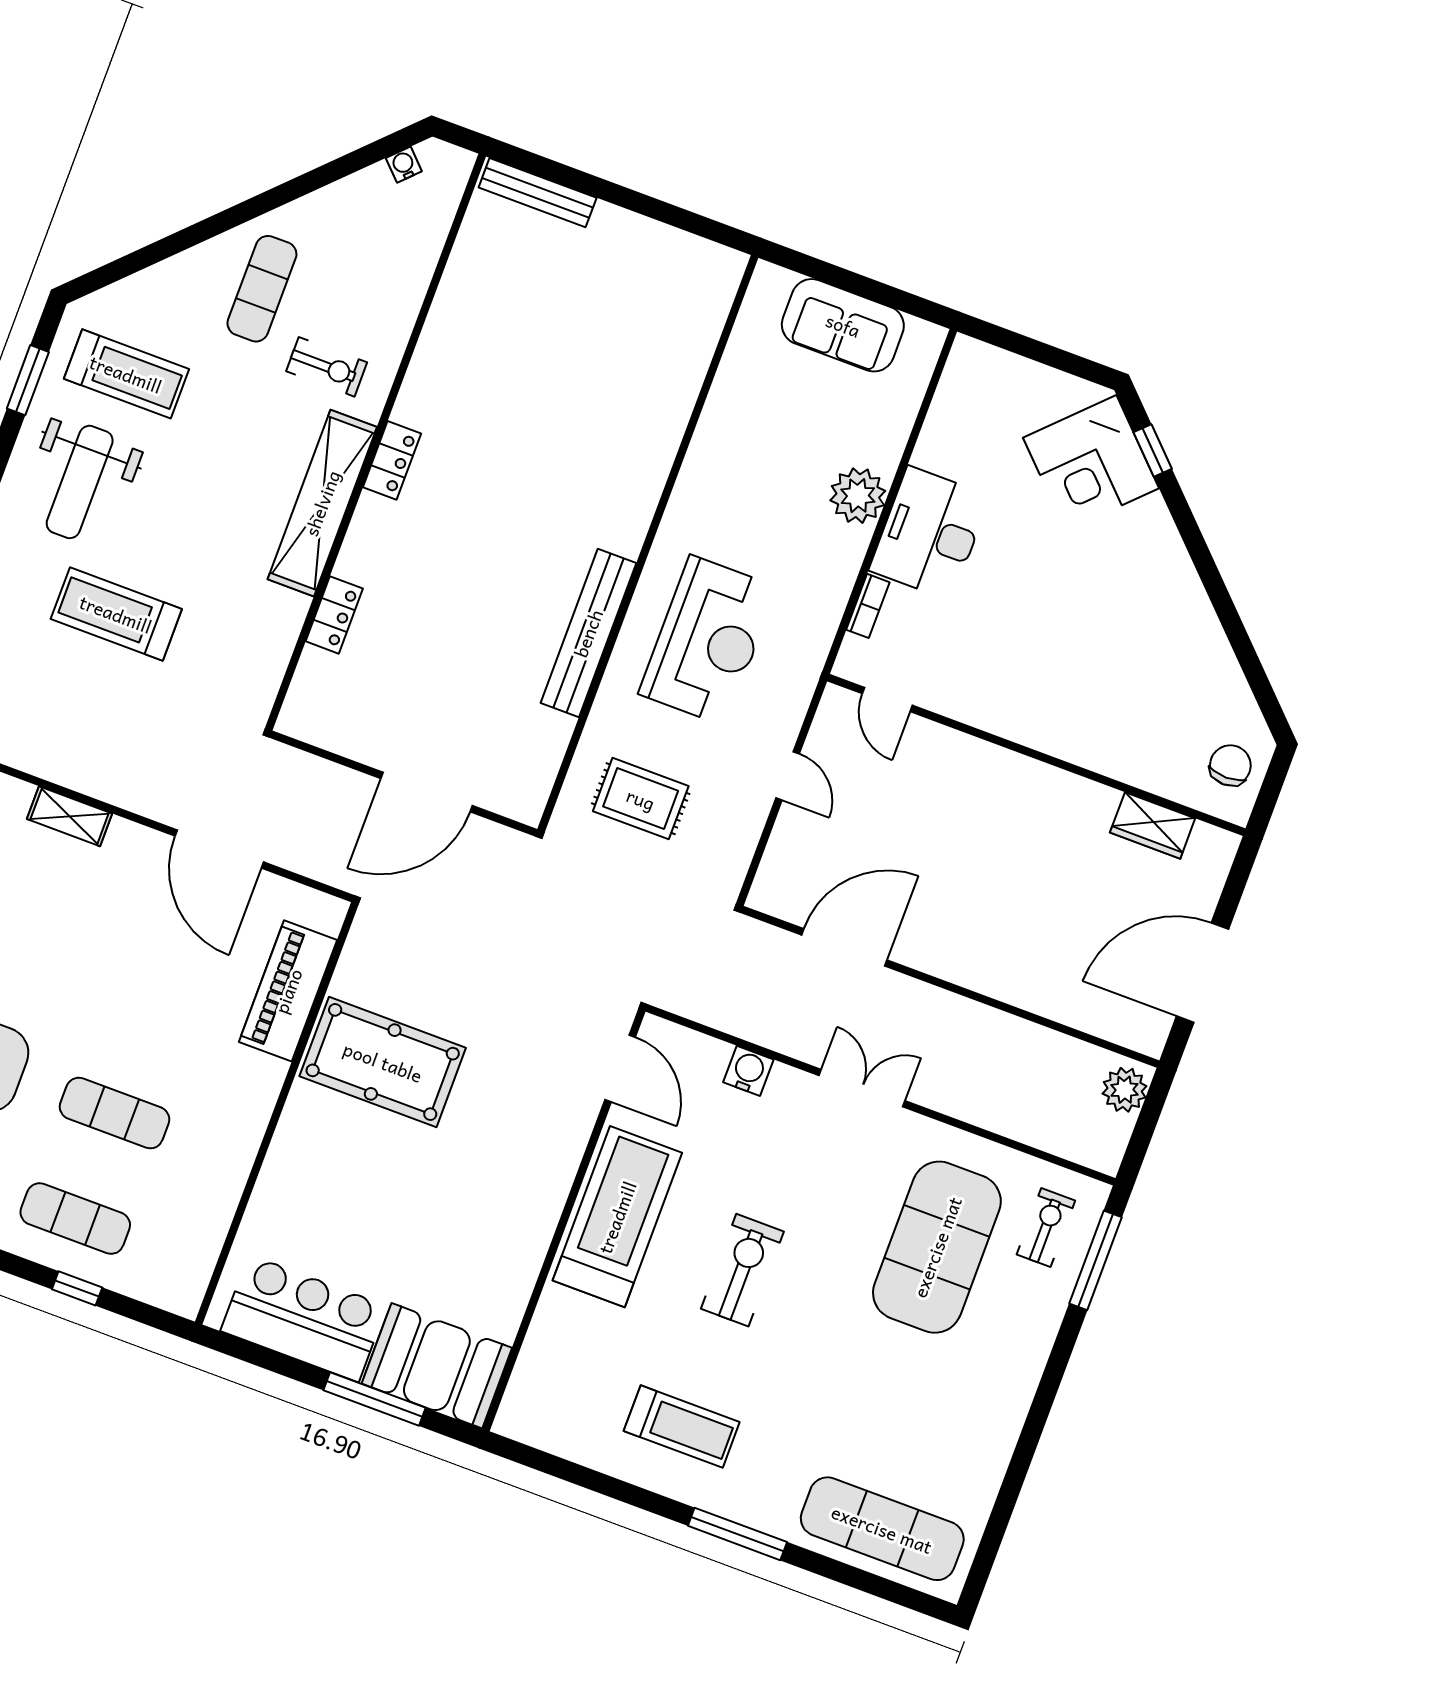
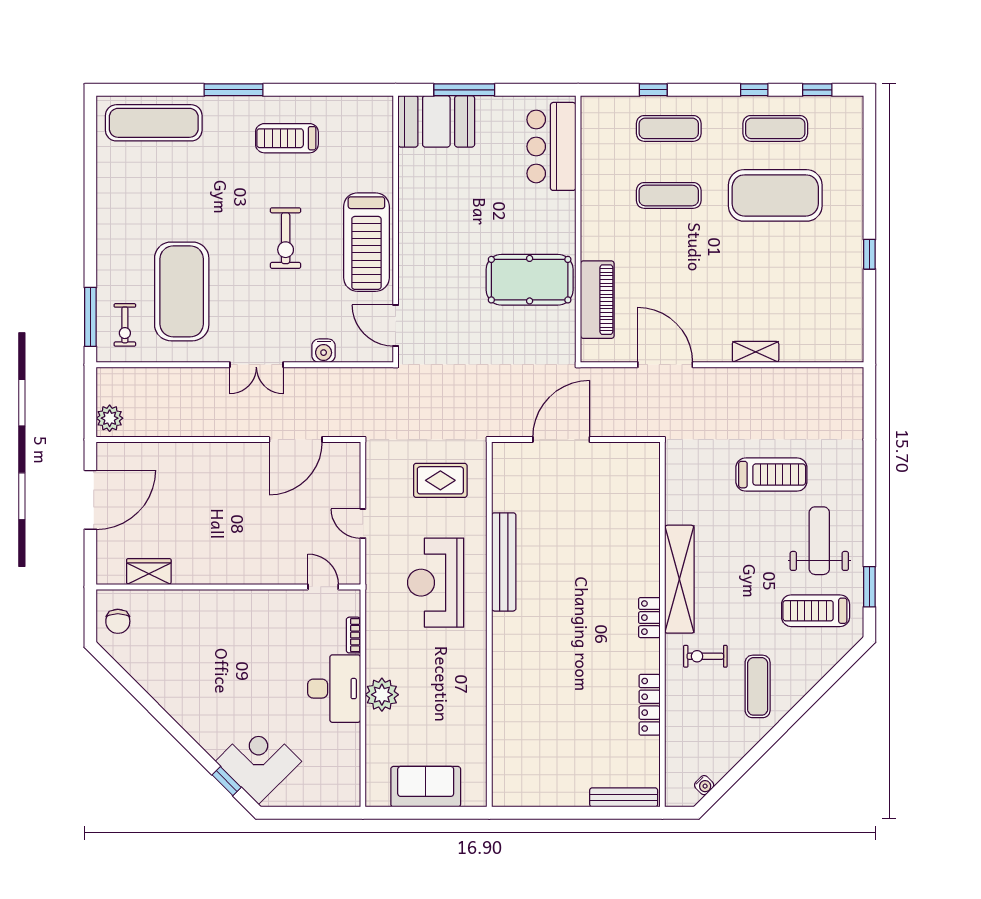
locker: (334, 615) -> (650, 705), moved, width x1.53
bar counter: (304, 1318) -> (551, 146), moved, turned 90

